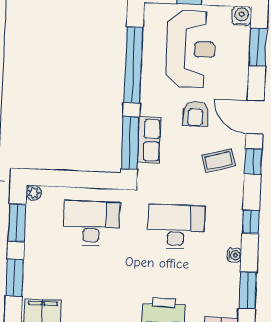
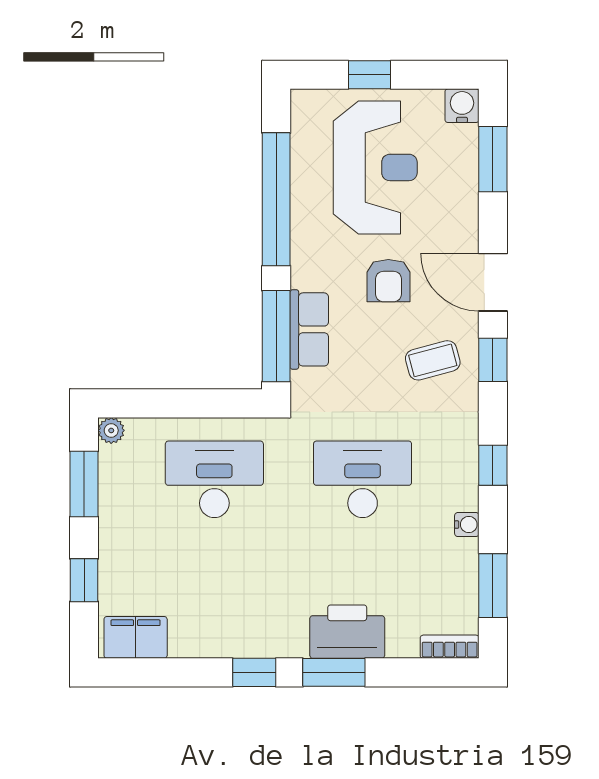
window: (15, 278) -> (84, 580), width x0.67

